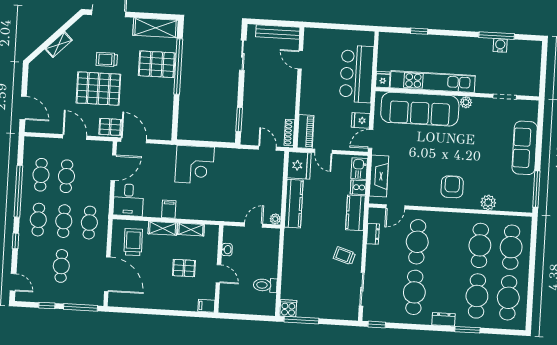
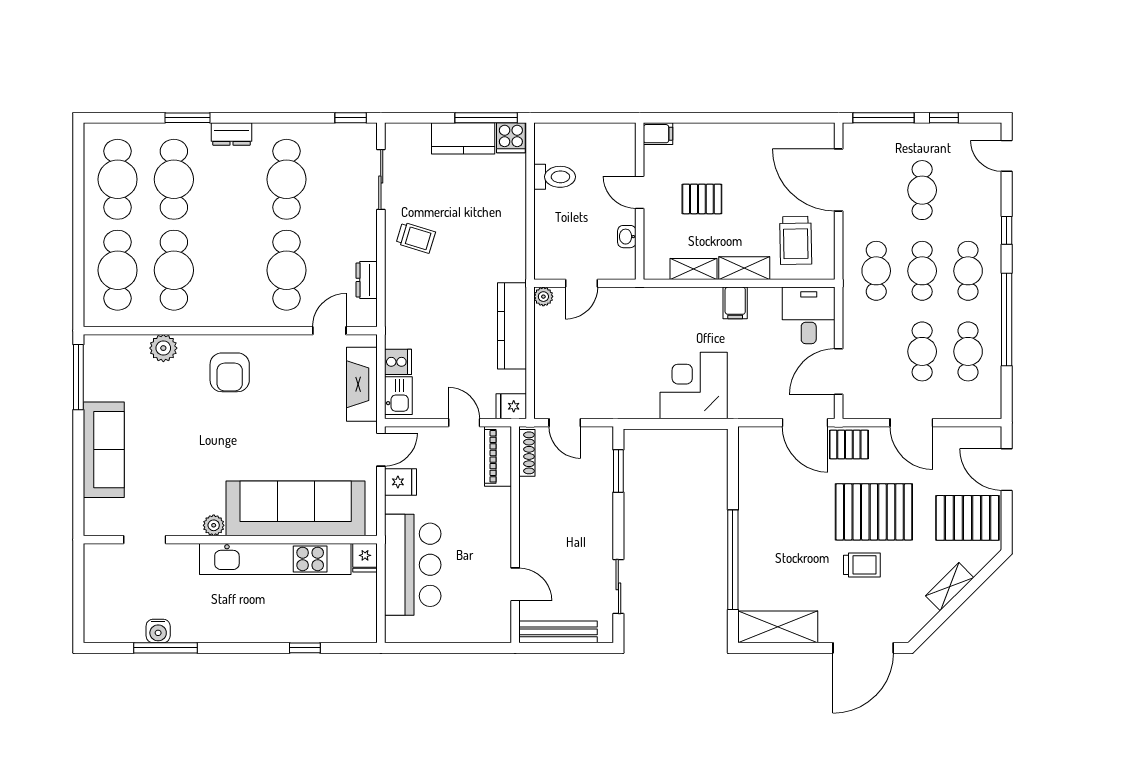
pallet: (157, 64) -> (967, 518), moved
fridge: (299, 165) -> (511, 406), width x0.53, depth x0.75
kitchen counter: (355, 213) -> (463, 138), moved, turned 90

